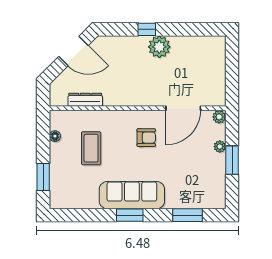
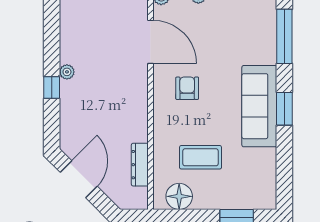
plant: (159, 47) -> (67, 72), width x0.53, depth x0.53
floor lamp: (55, 136) -> (179, 196), width x1.89, depth x1.89
window: (188, 215) -> (284, 36), width x1.44

